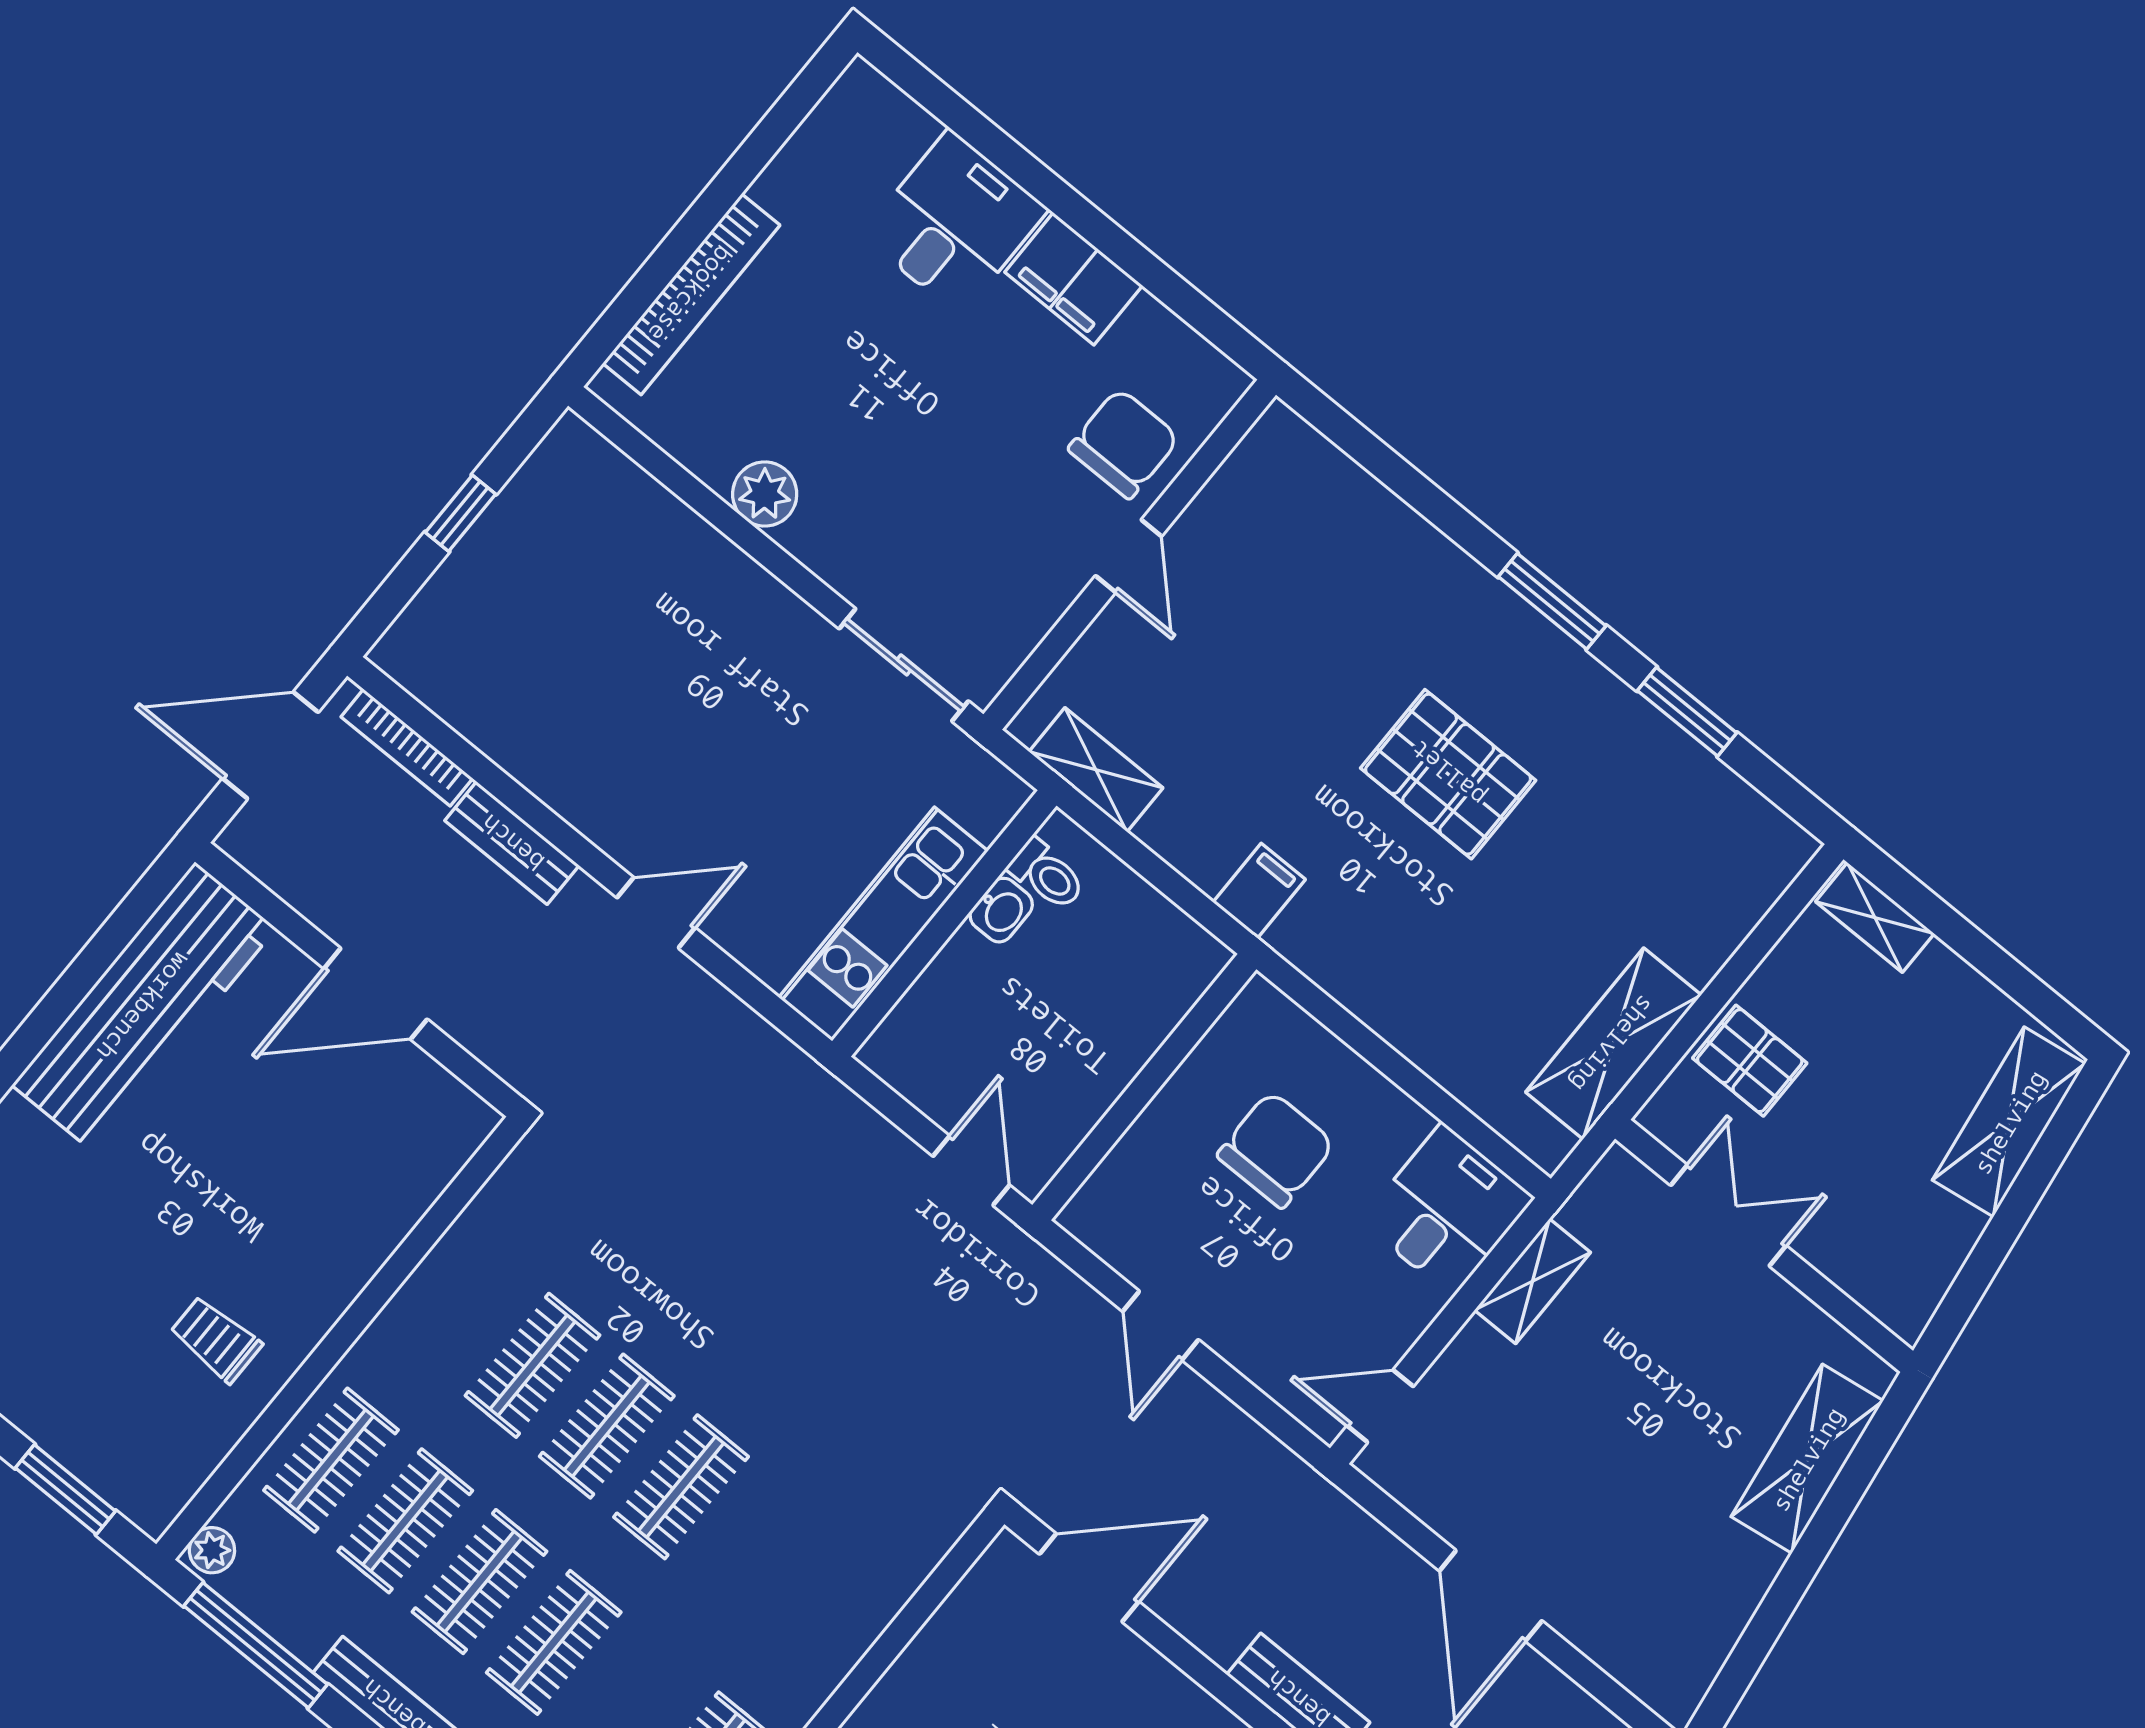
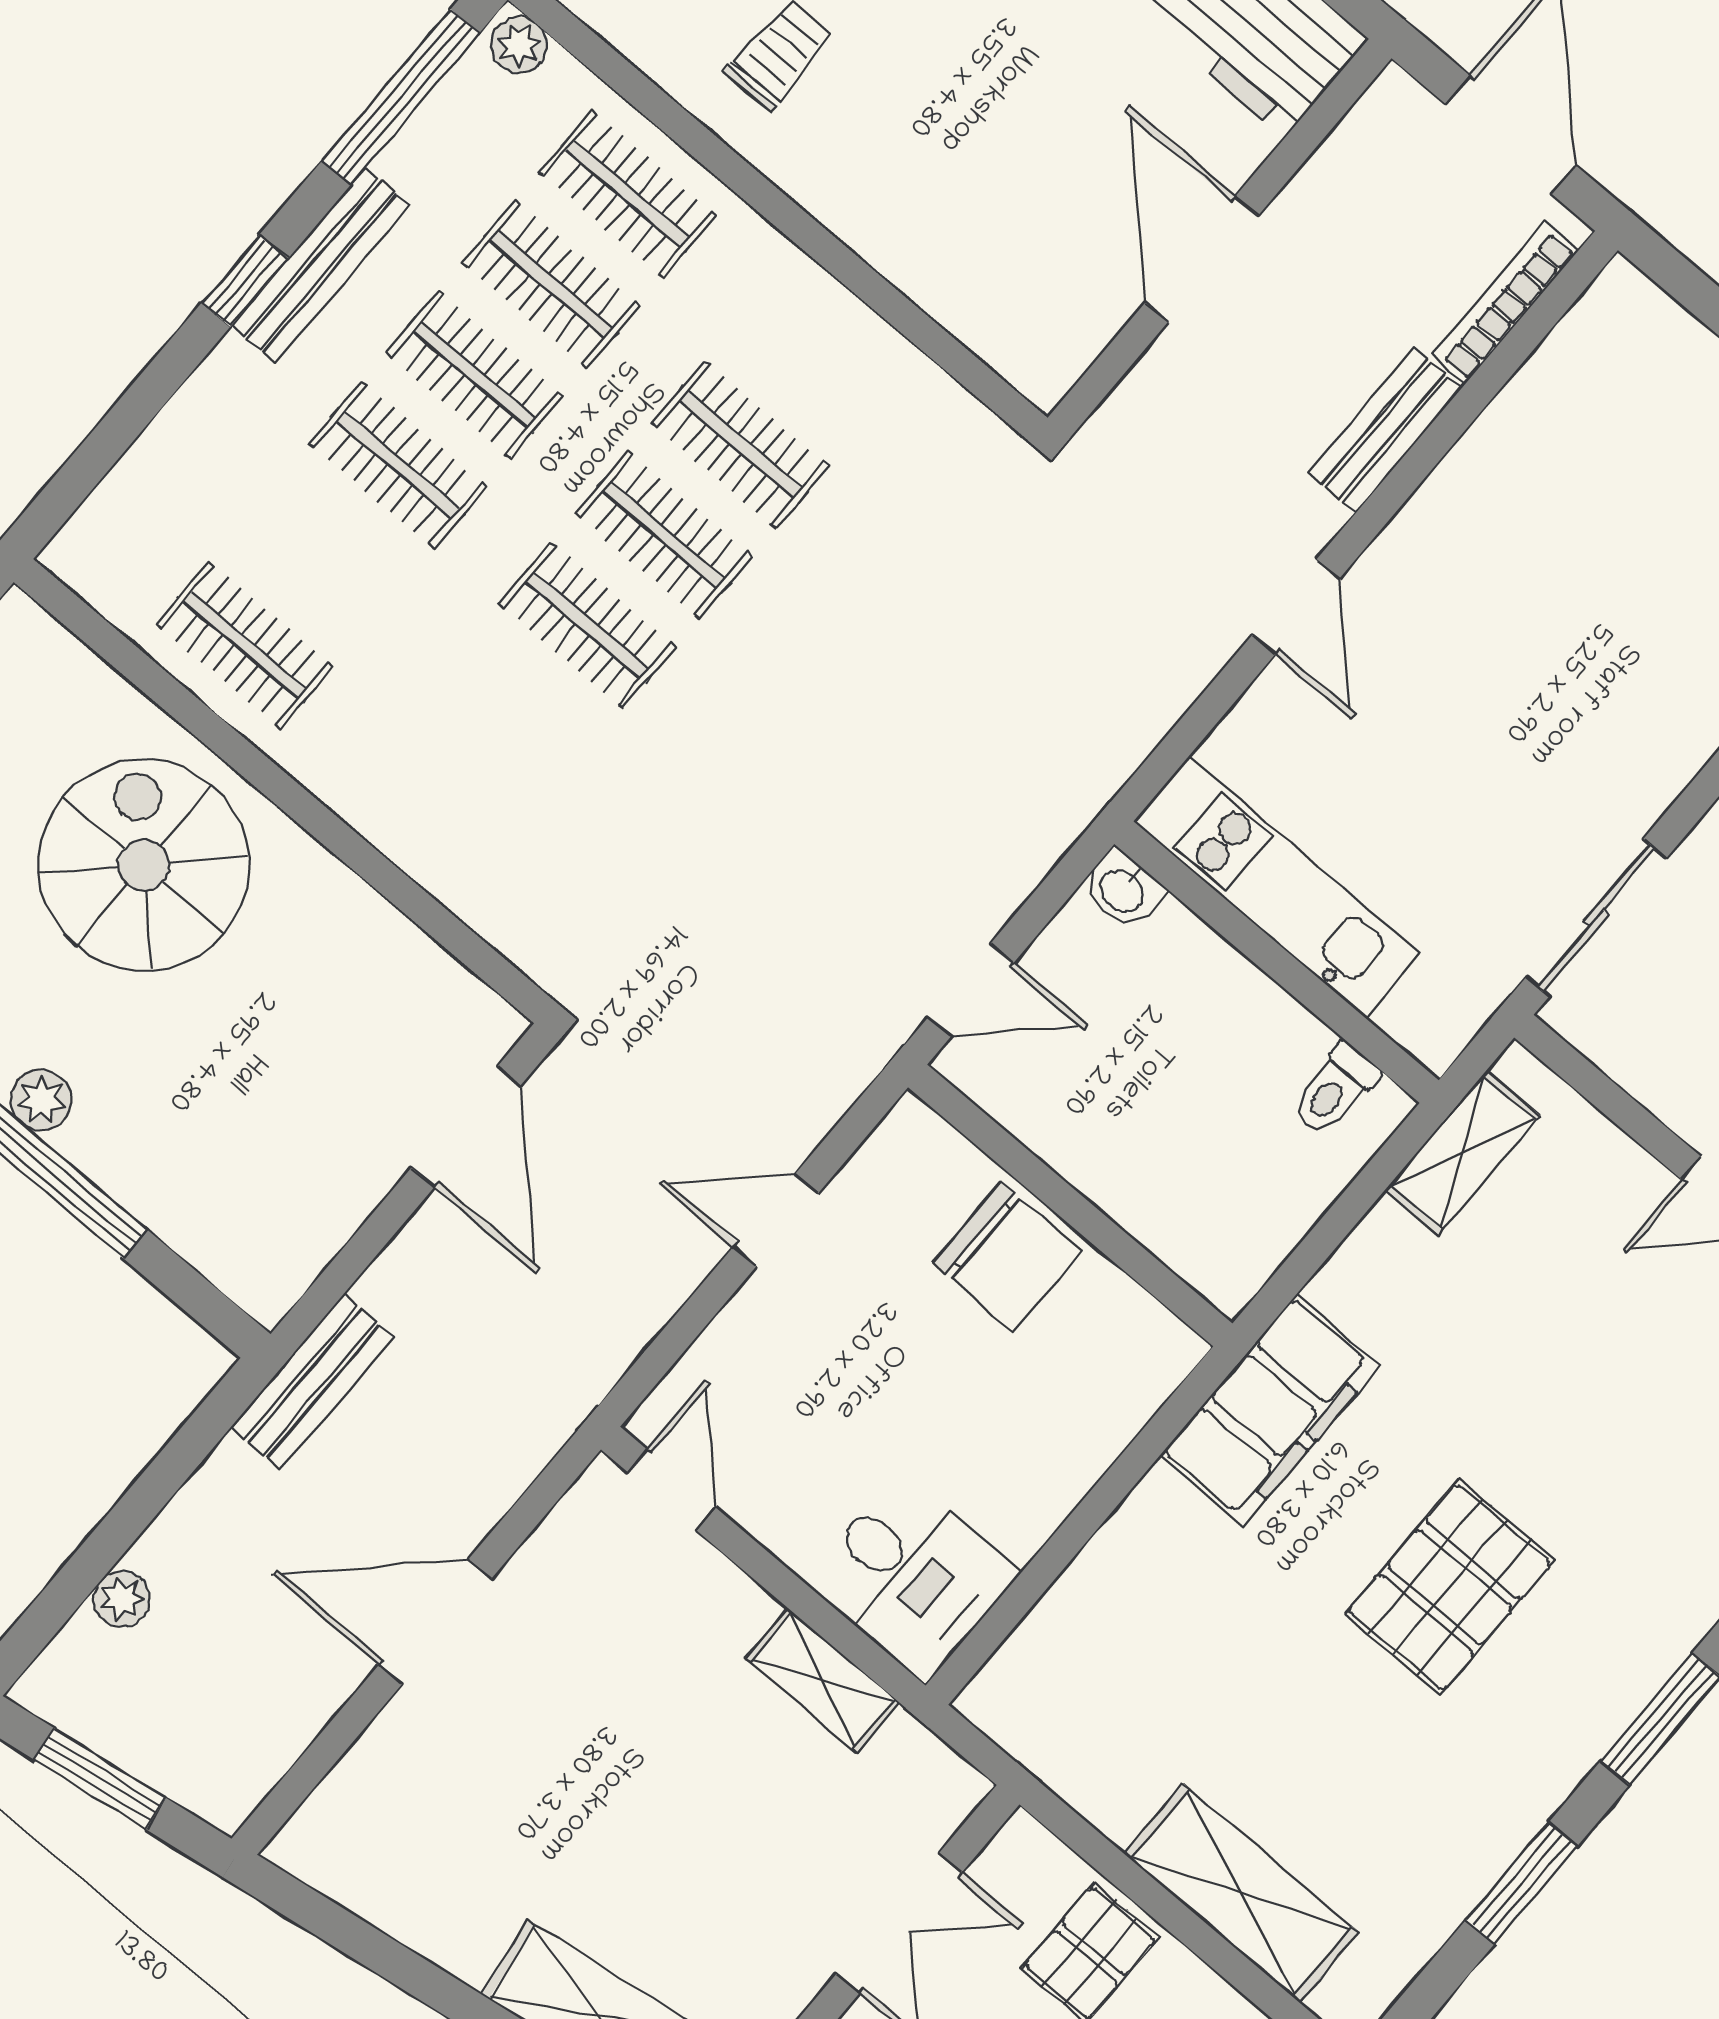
filing cabinet: (1259, 891) -> (1270, 1410), width x3.00, depth x1.17
washbasin: (1001, 910) -> (1123, 890), moved
shelving: (1613, 1044) -> (1241, 1893), moved
chair: (1276, 1150) -> (1007, 1257), moved

